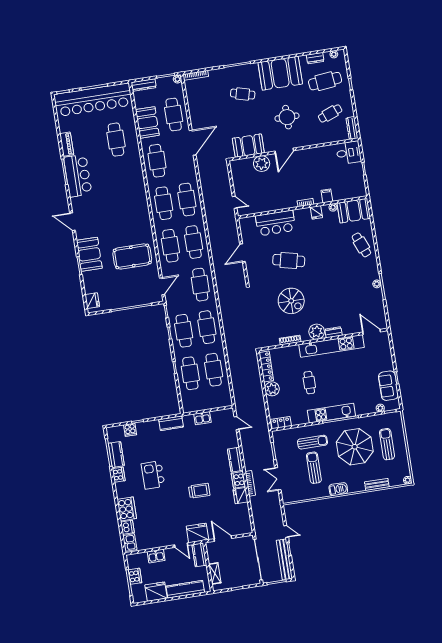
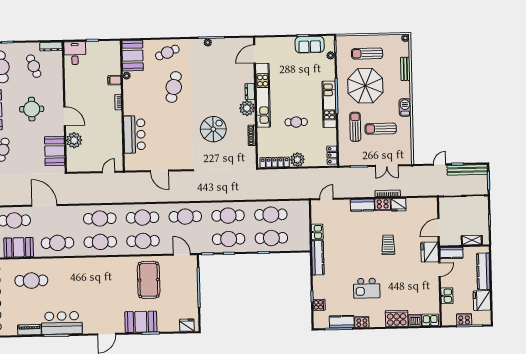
fridge: (316, 212) -> (129, 93), removed
cafe table: (289, 261) -> (174, 87), moved
kitchen counter: (171, 423) -> (318, 258), width x1.50

